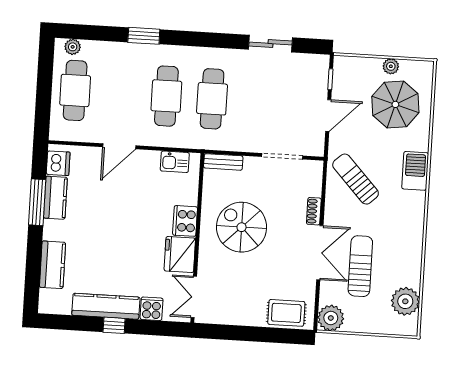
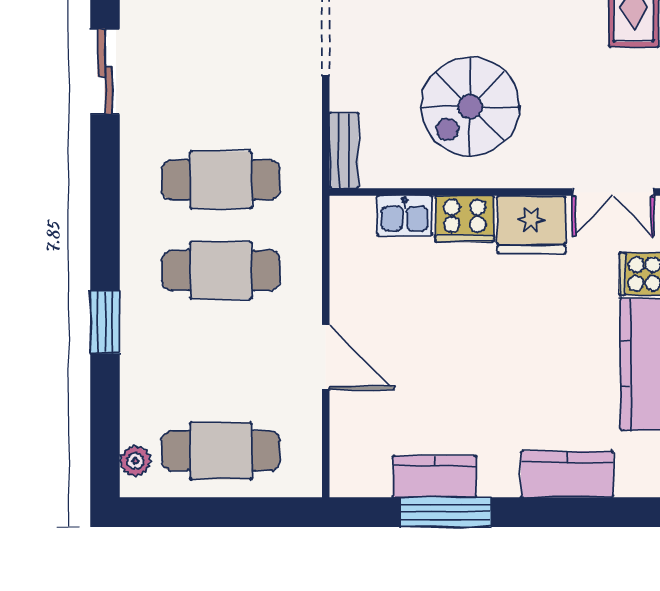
kitchen sink: (175, 162) -> (405, 216), moved, turned 90
dishwasher: (58, 163) -> (366, 475), removed

